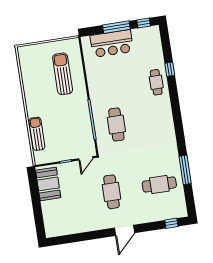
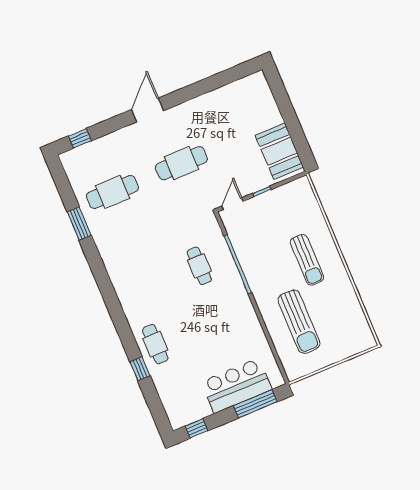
window: (116, 27) -> (255, 404), moved
cafe table: (116, 124) -> (199, 266), width x0.73, depth x0.74
sun lounger: (37, 134) -> (307, 260), moved
window: (185, 170) -> (79, 224), width x0.69
cafe table: (112, 192) -> (181, 163), turned 90

